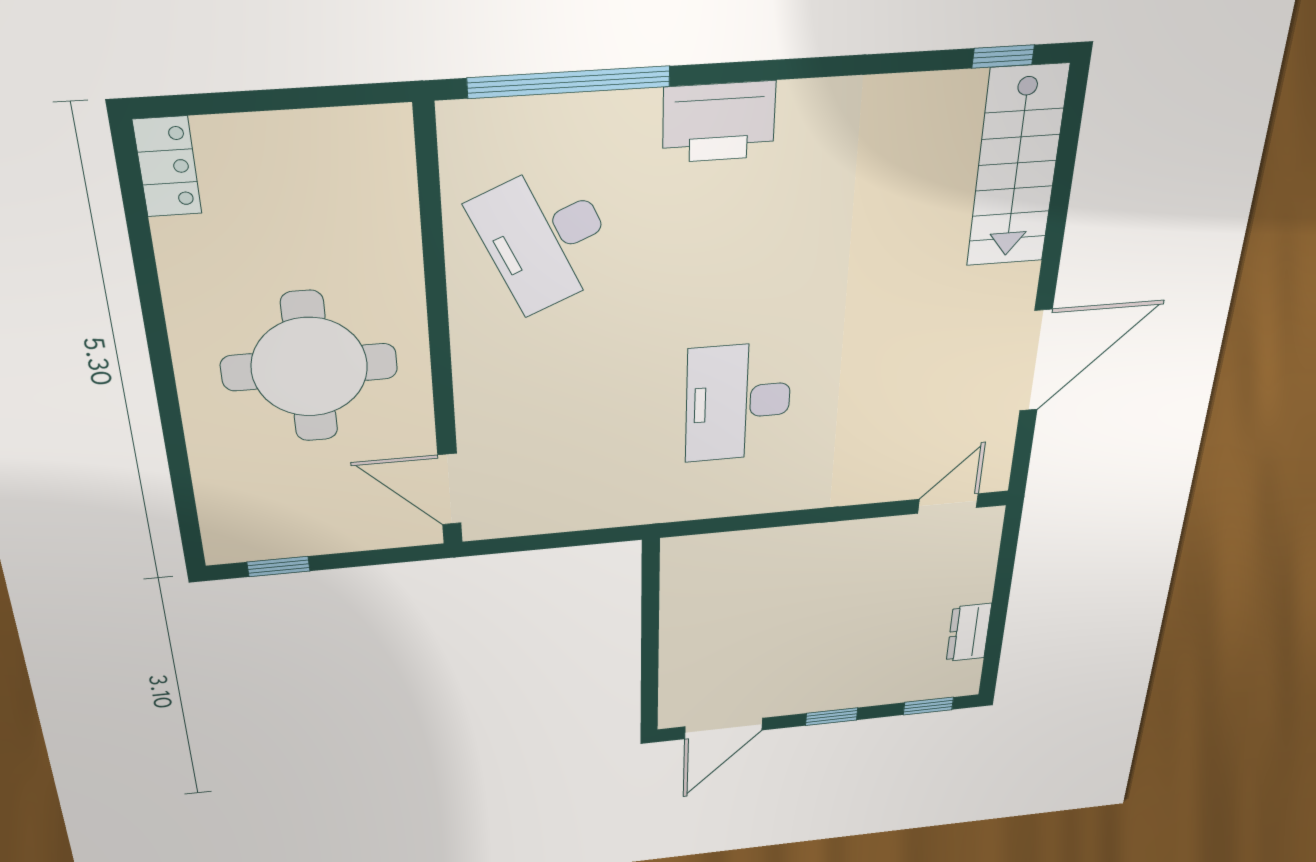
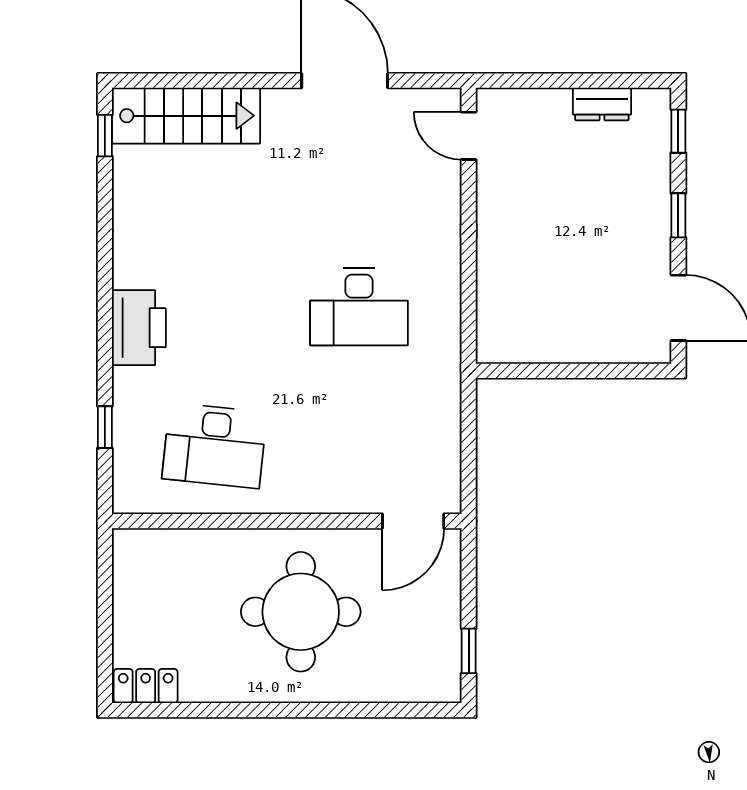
window: (569, 82) -> (105, 427), width x0.32
desk: (545, 238) -> (214, 445), turned 30

